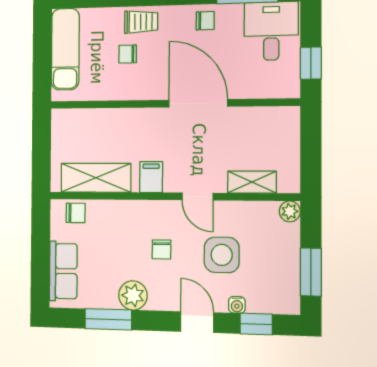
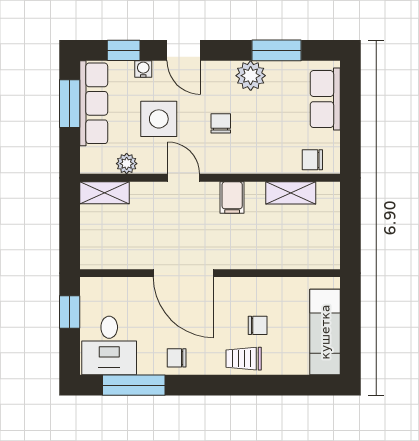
shelving: (96, 178) -> (291, 193), width x0.67, depth x0.75
shelving: (252, 182) -> (104, 193), moved
plant: (290, 211) -> (127, 164), moved
row of seats: (286, 272) -> (94, 103), added

